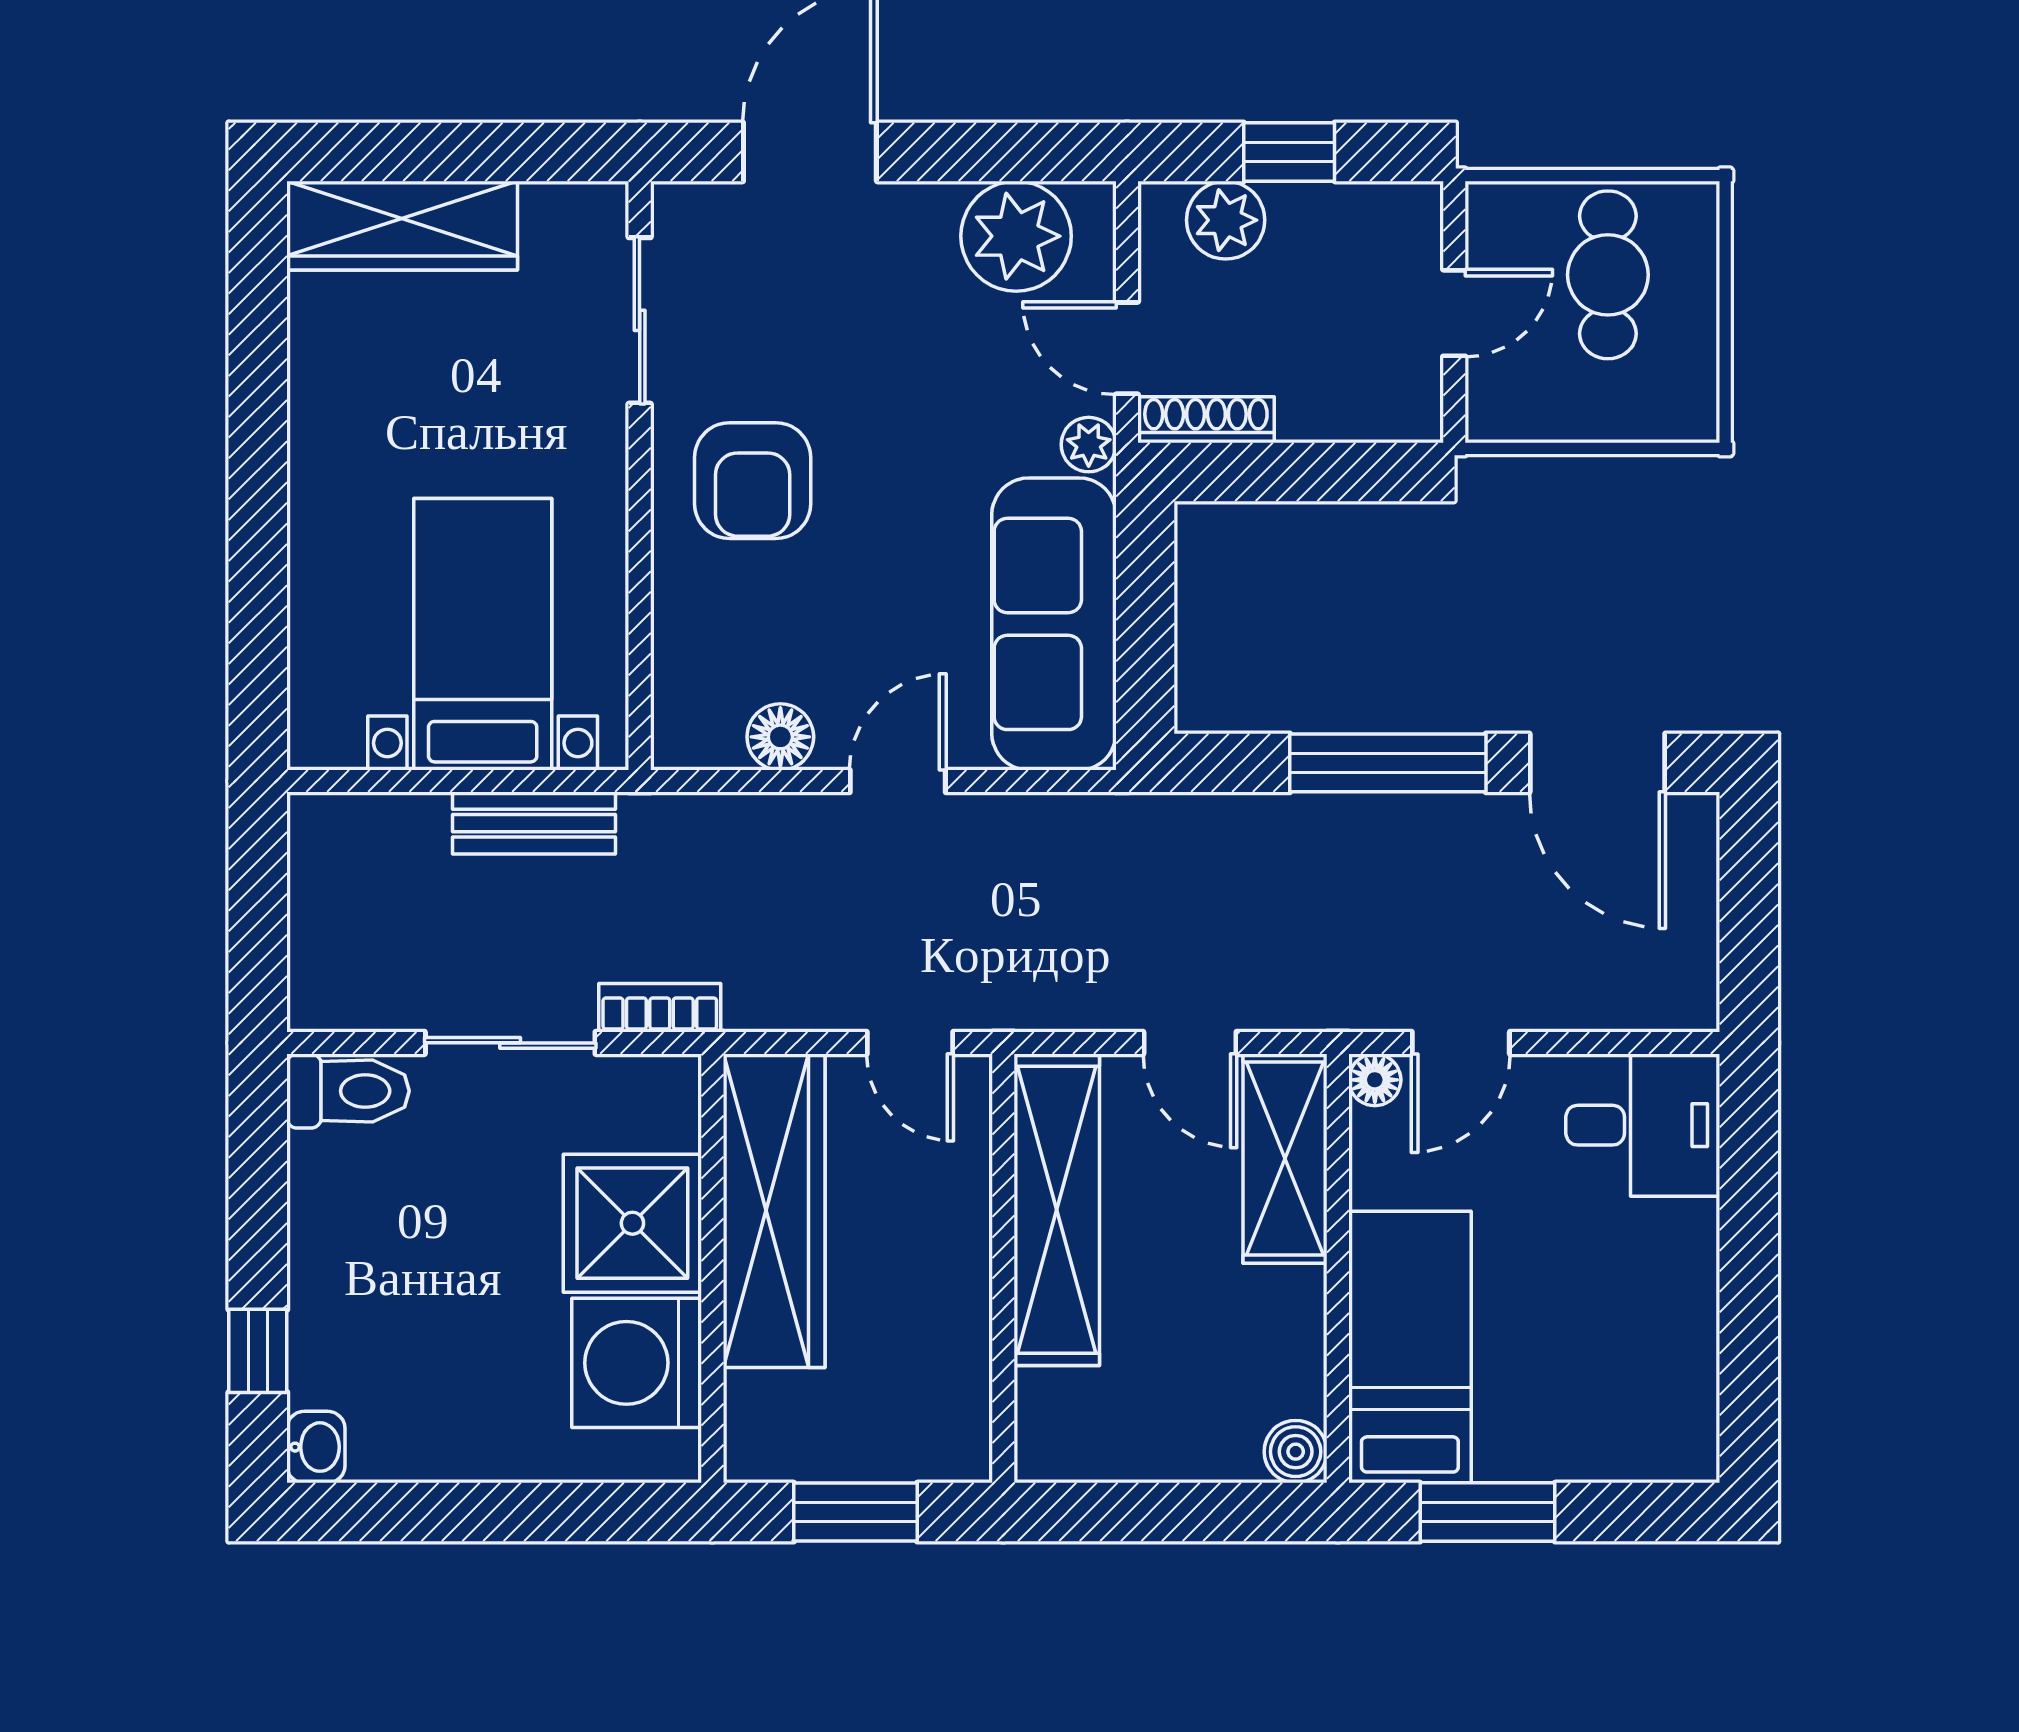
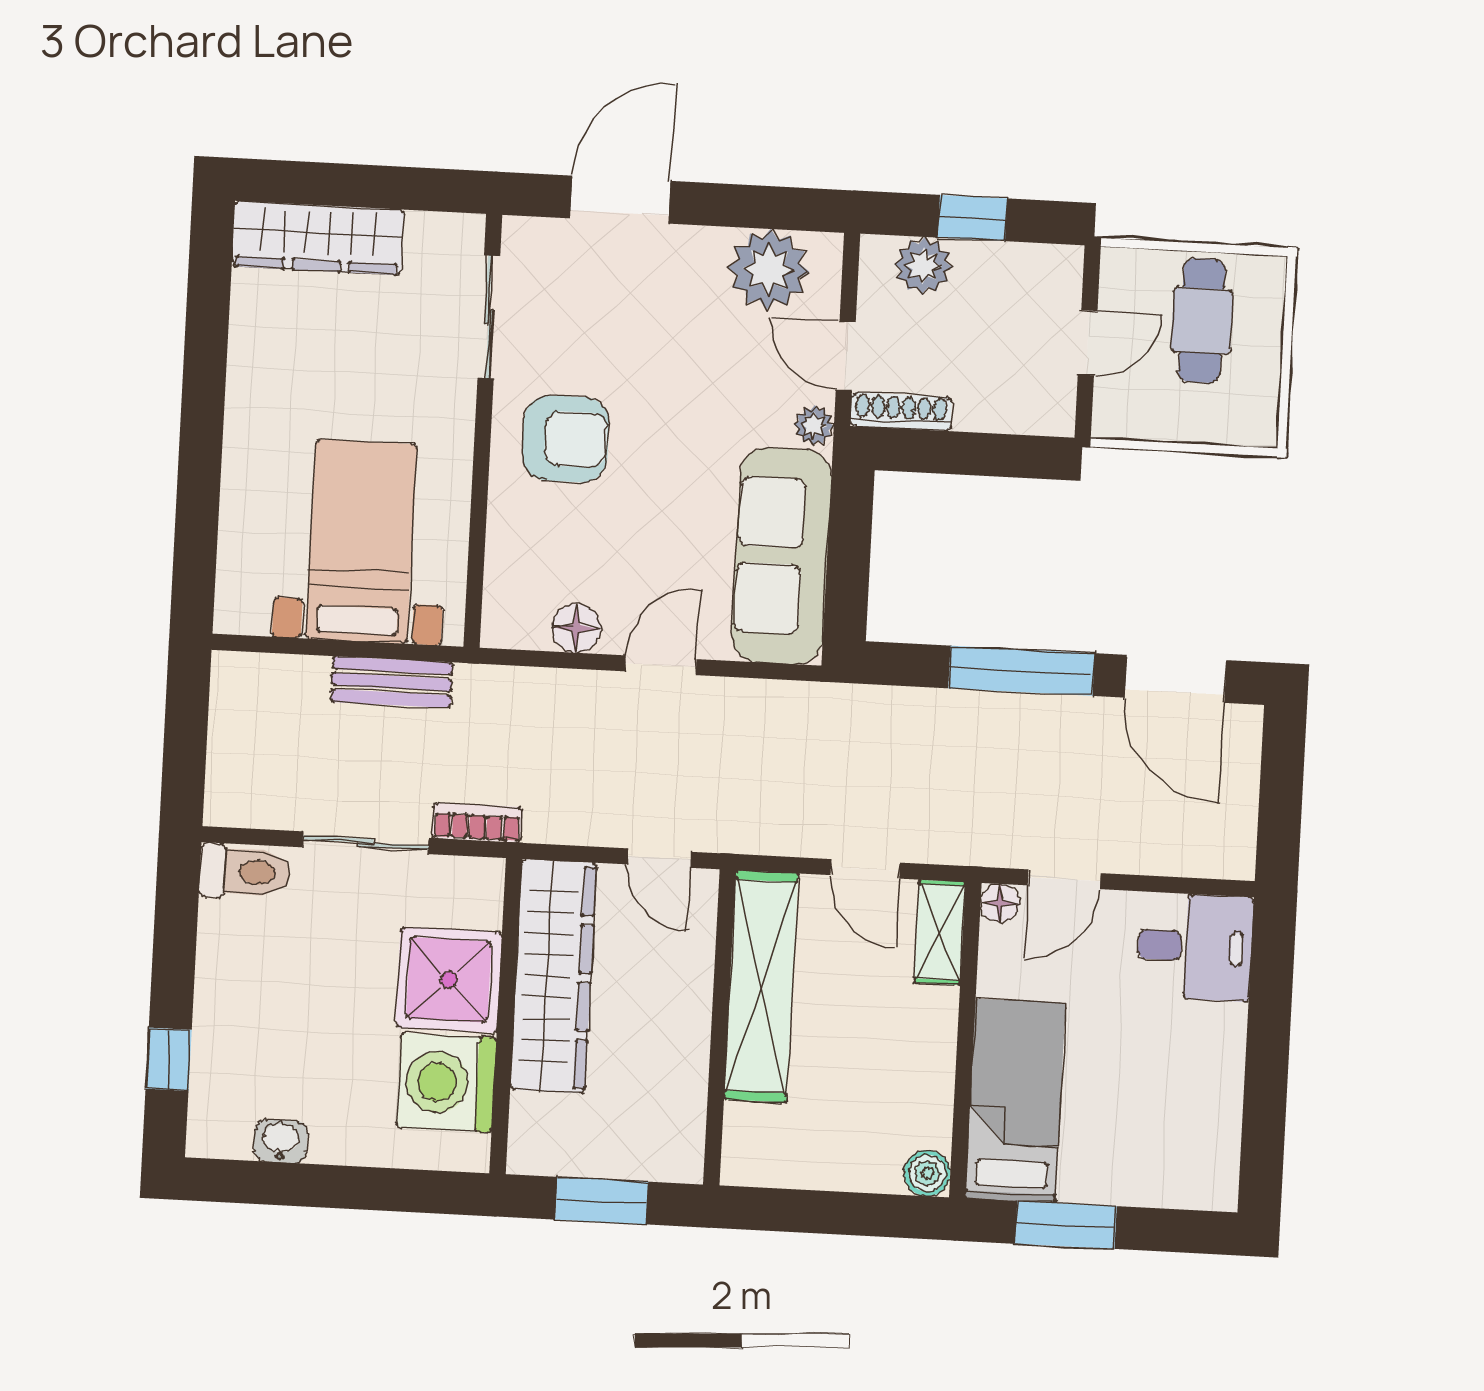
armchair: (753, 481) -> (566, 439), turned -90
shelving: (1285, 1159) -> (940, 932), width x0.67, depth x0.75
washbasin: (316, 1447) -> (281, 1141), moved, turned -90

